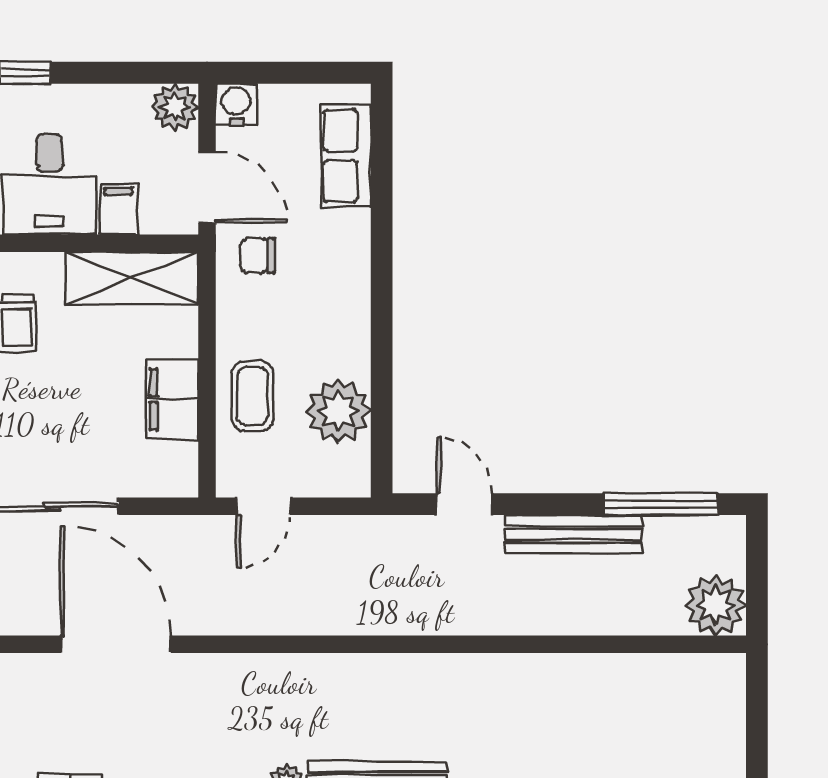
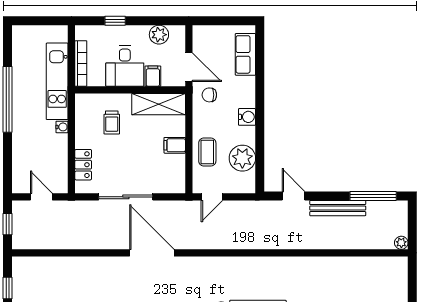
water cooler: (236, 104) -> (247, 117), moved, turned 90
plant: (175, 107) -> (159, 35), moved
filing cabinet: (172, 399) -> (175, 145), width x0.50
plant: (716, 605) -> (401, 243), width x0.53, depth x0.53

